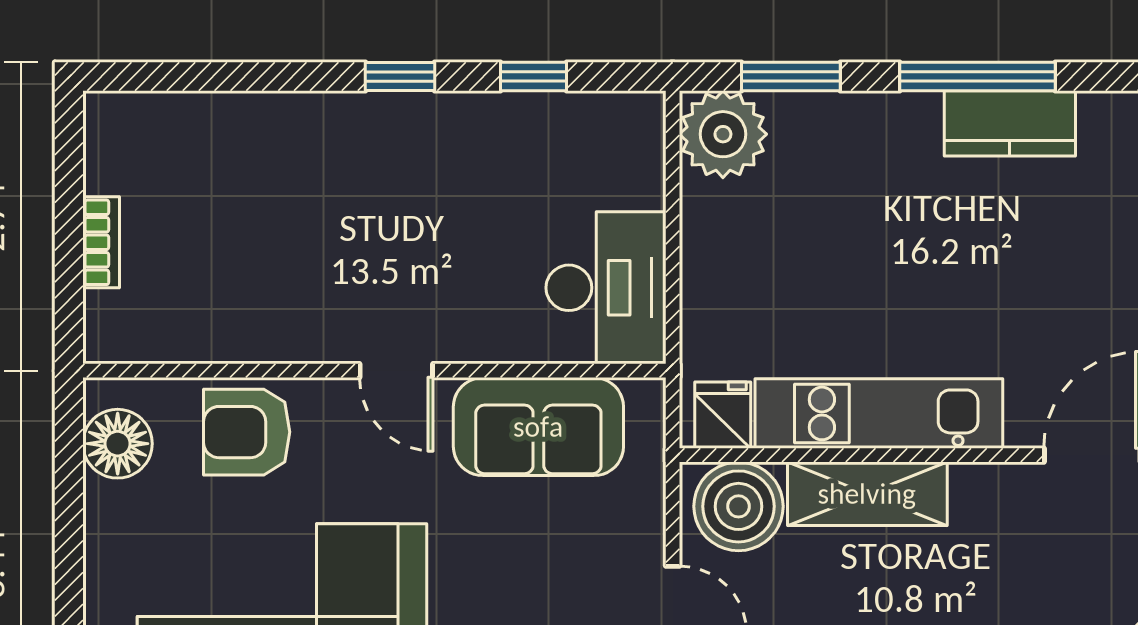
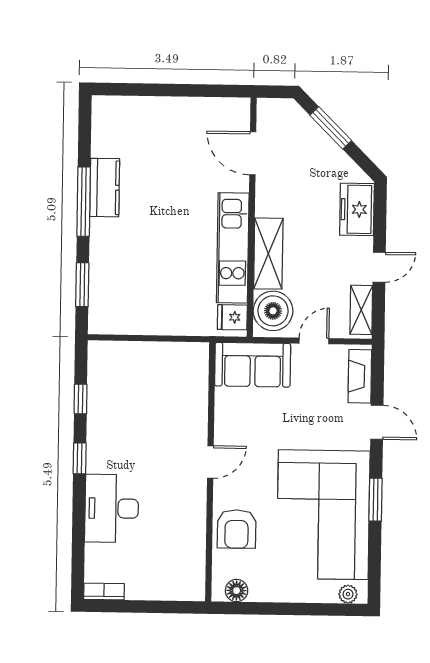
plant: (723, 134) -> (107, 315), removed
bookcase: (101, 242) -> (104, 592), moved
desk: (606, 288) -> (112, 508), moved, turned -90
sofa: (538, 427) -> (253, 365), moved, turned 90
floor lamp: (118, 444) -> (237, 591), width x0.73, depth x0.73

